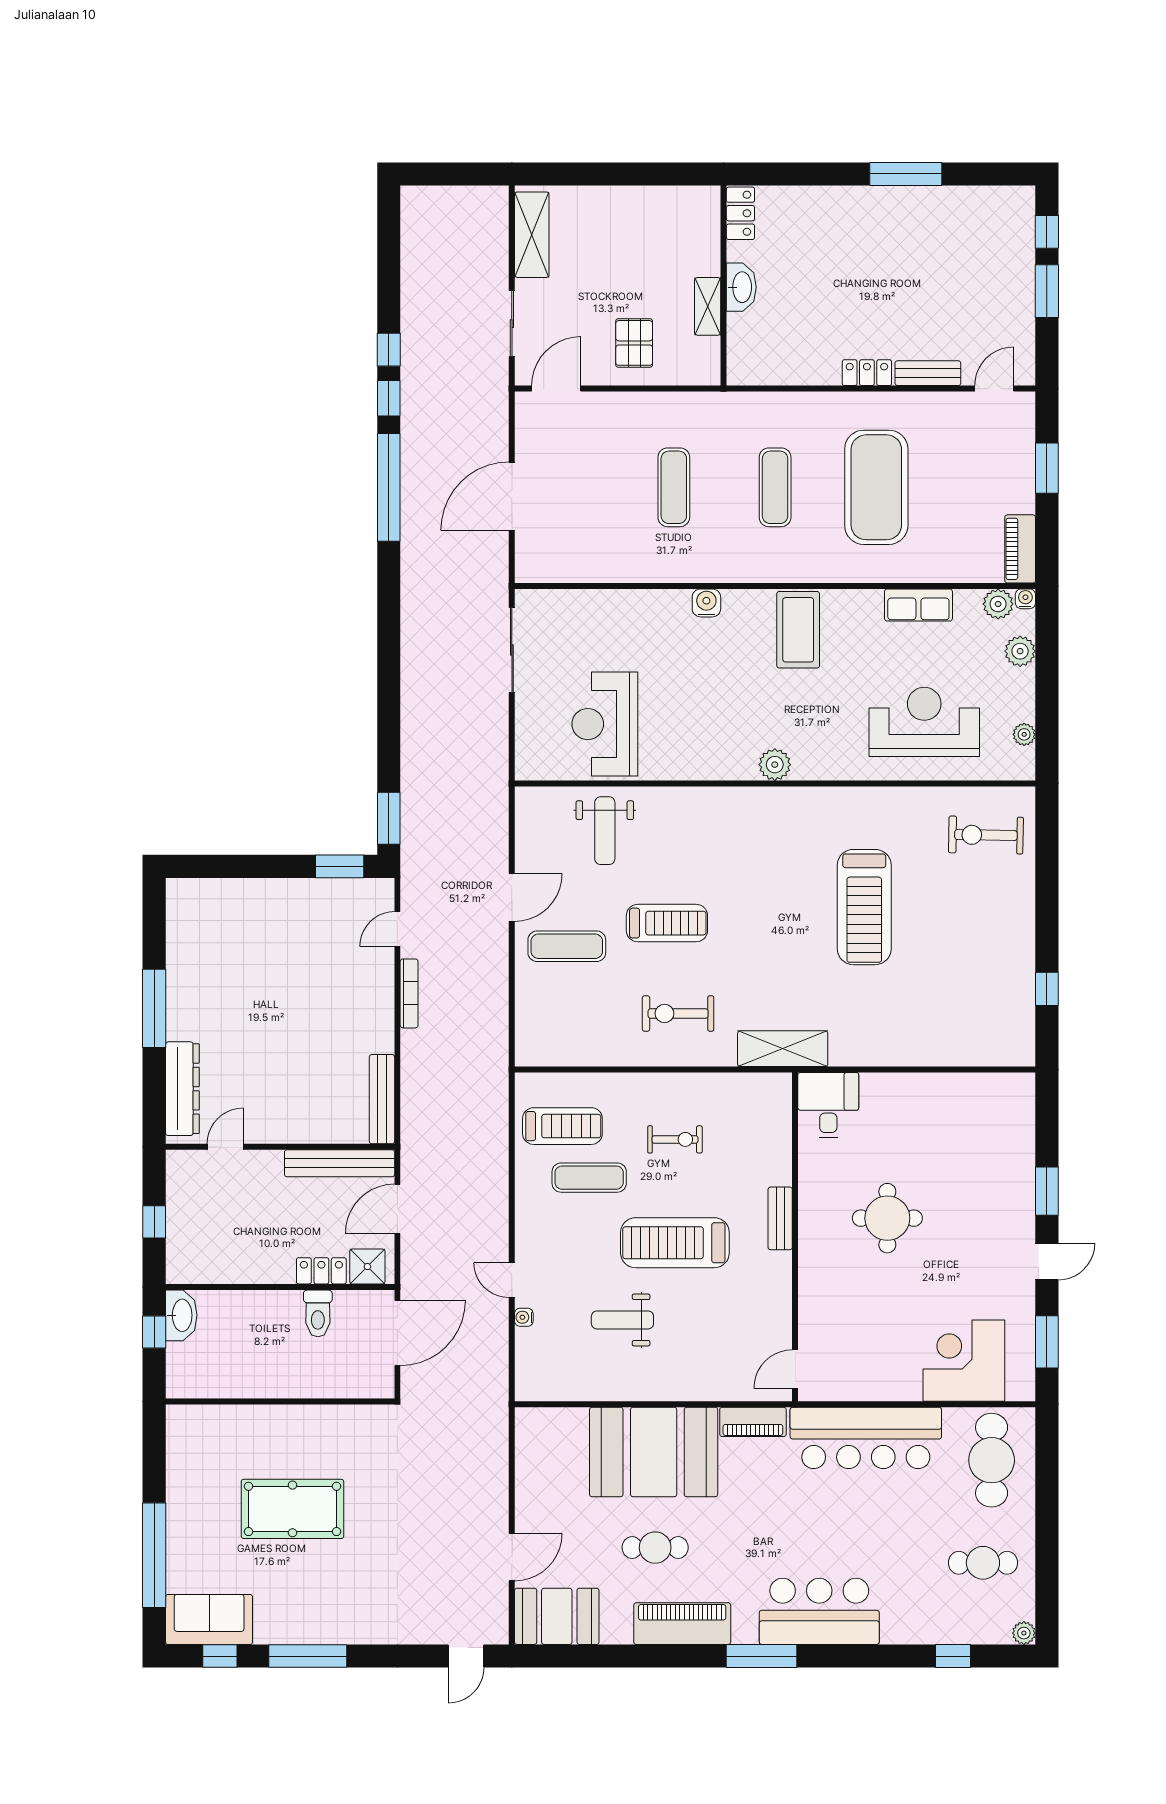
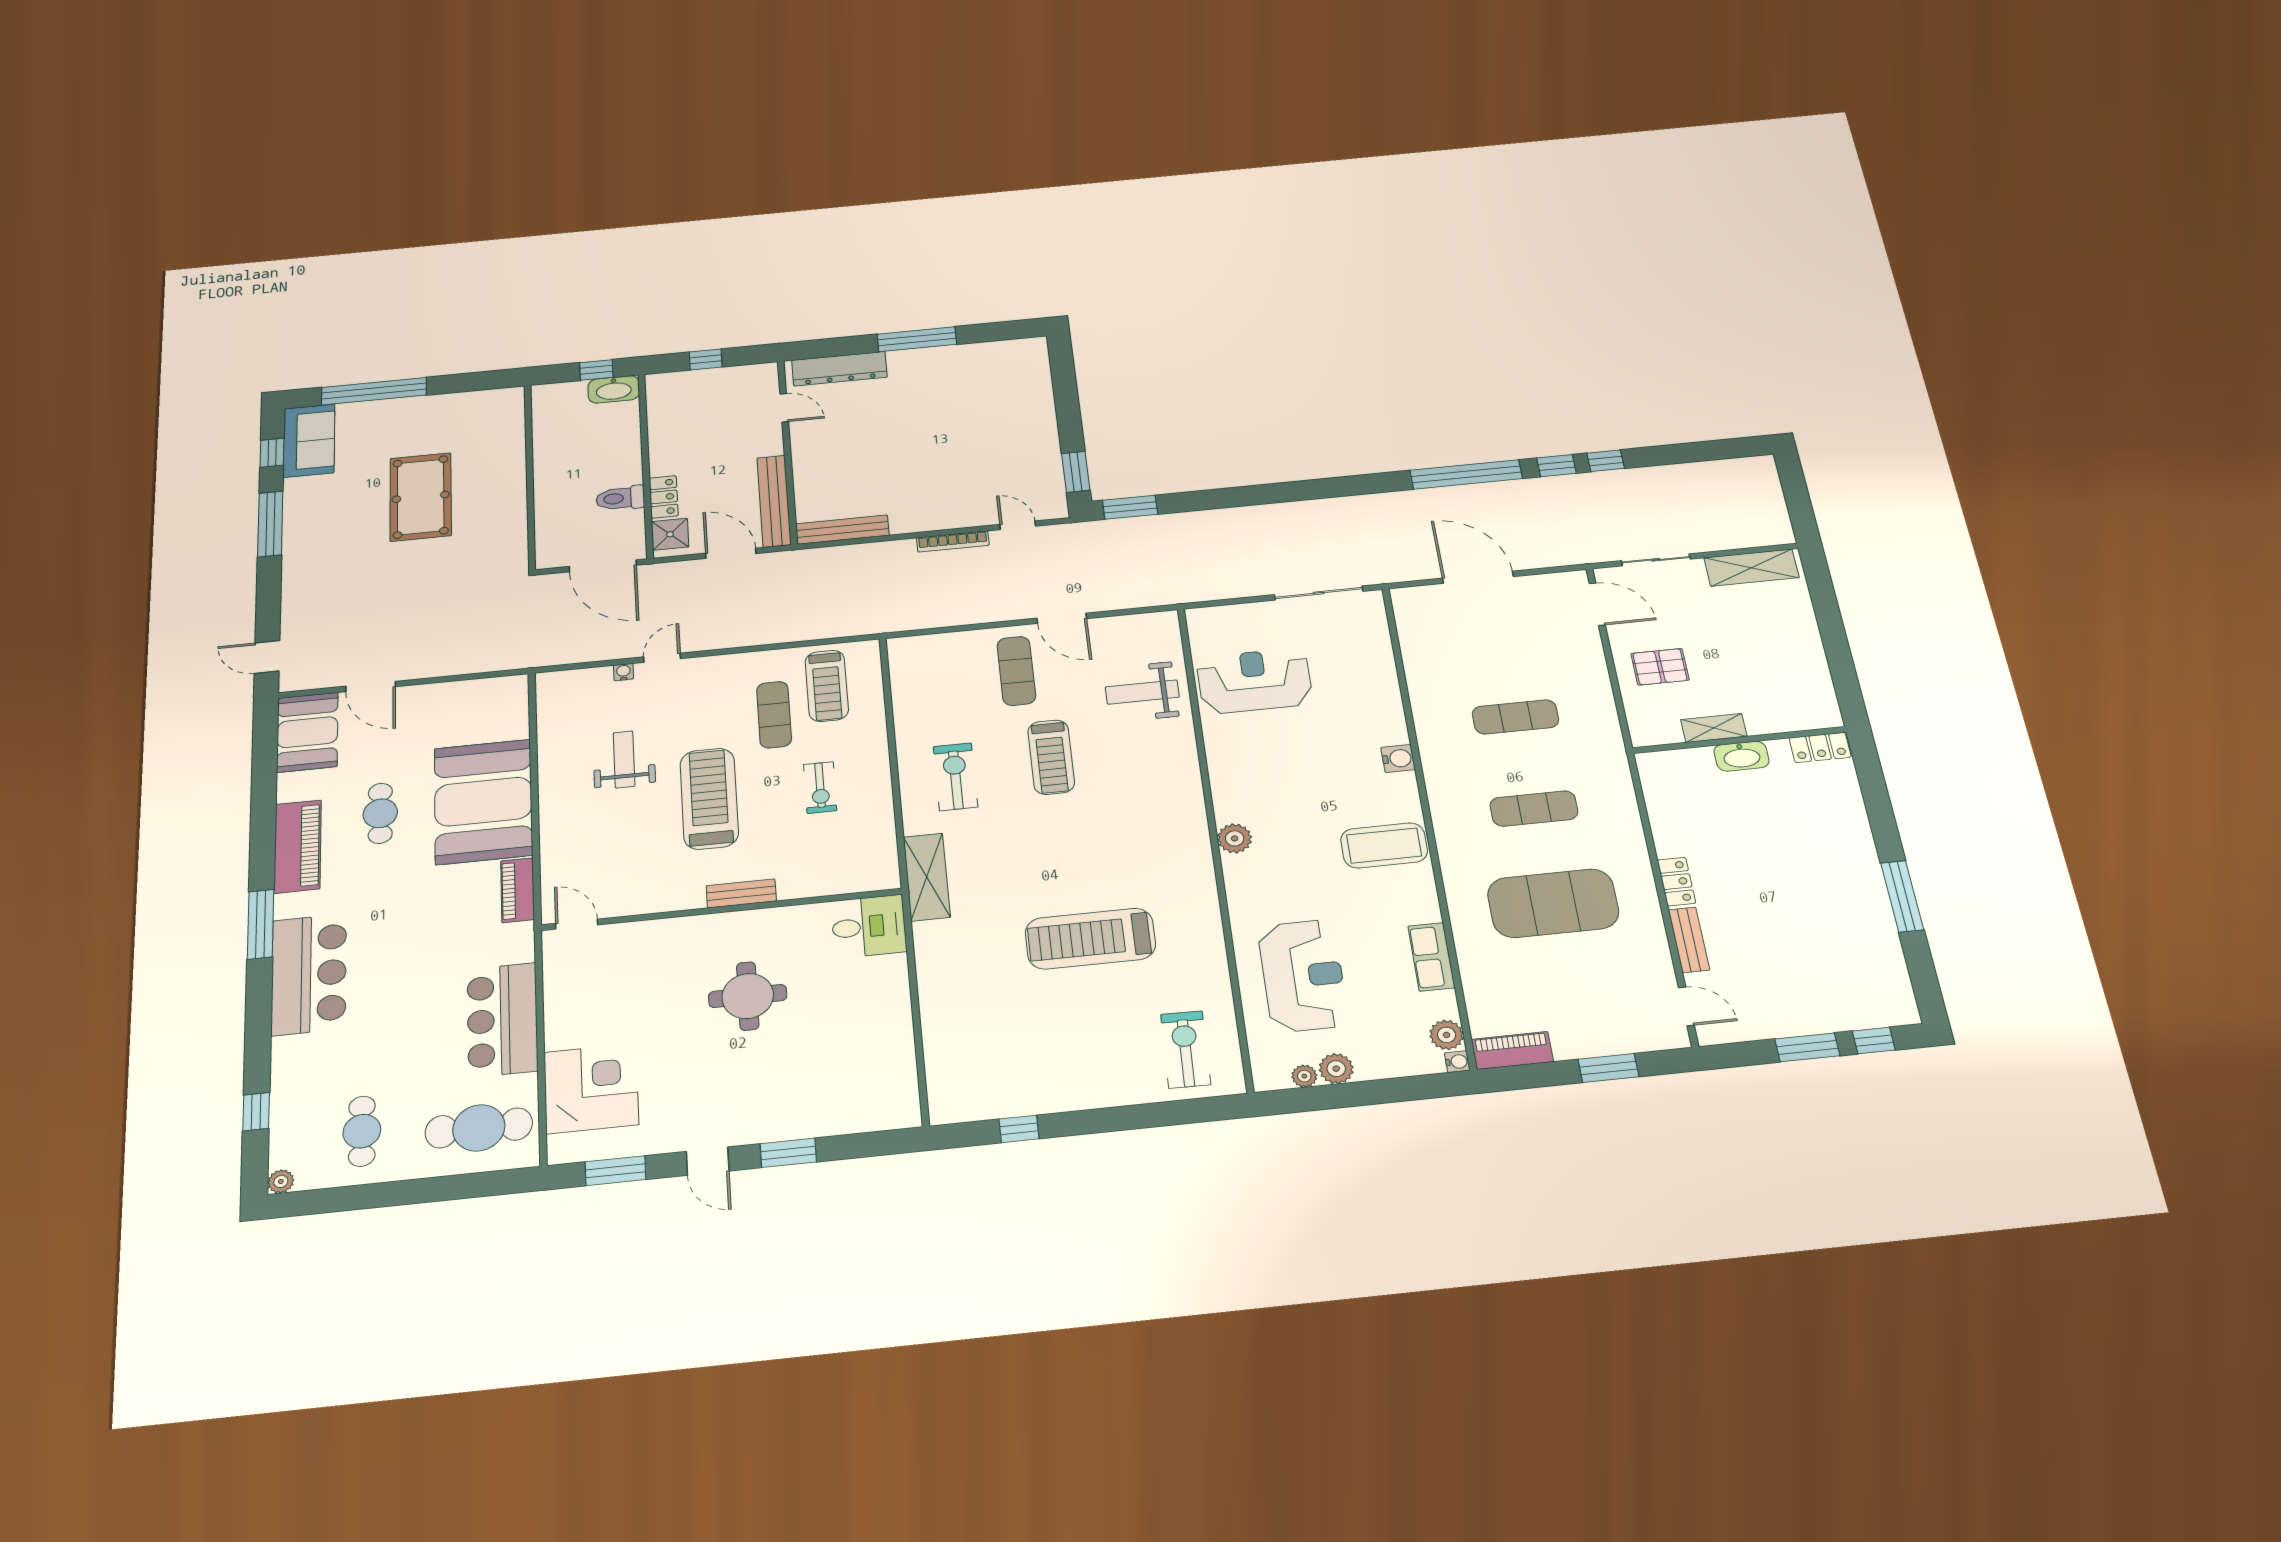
plant: (1020, 651) -> (1336, 1069), moved
bar counter: (866, 1438) -> (502, 1020), width x0.73

